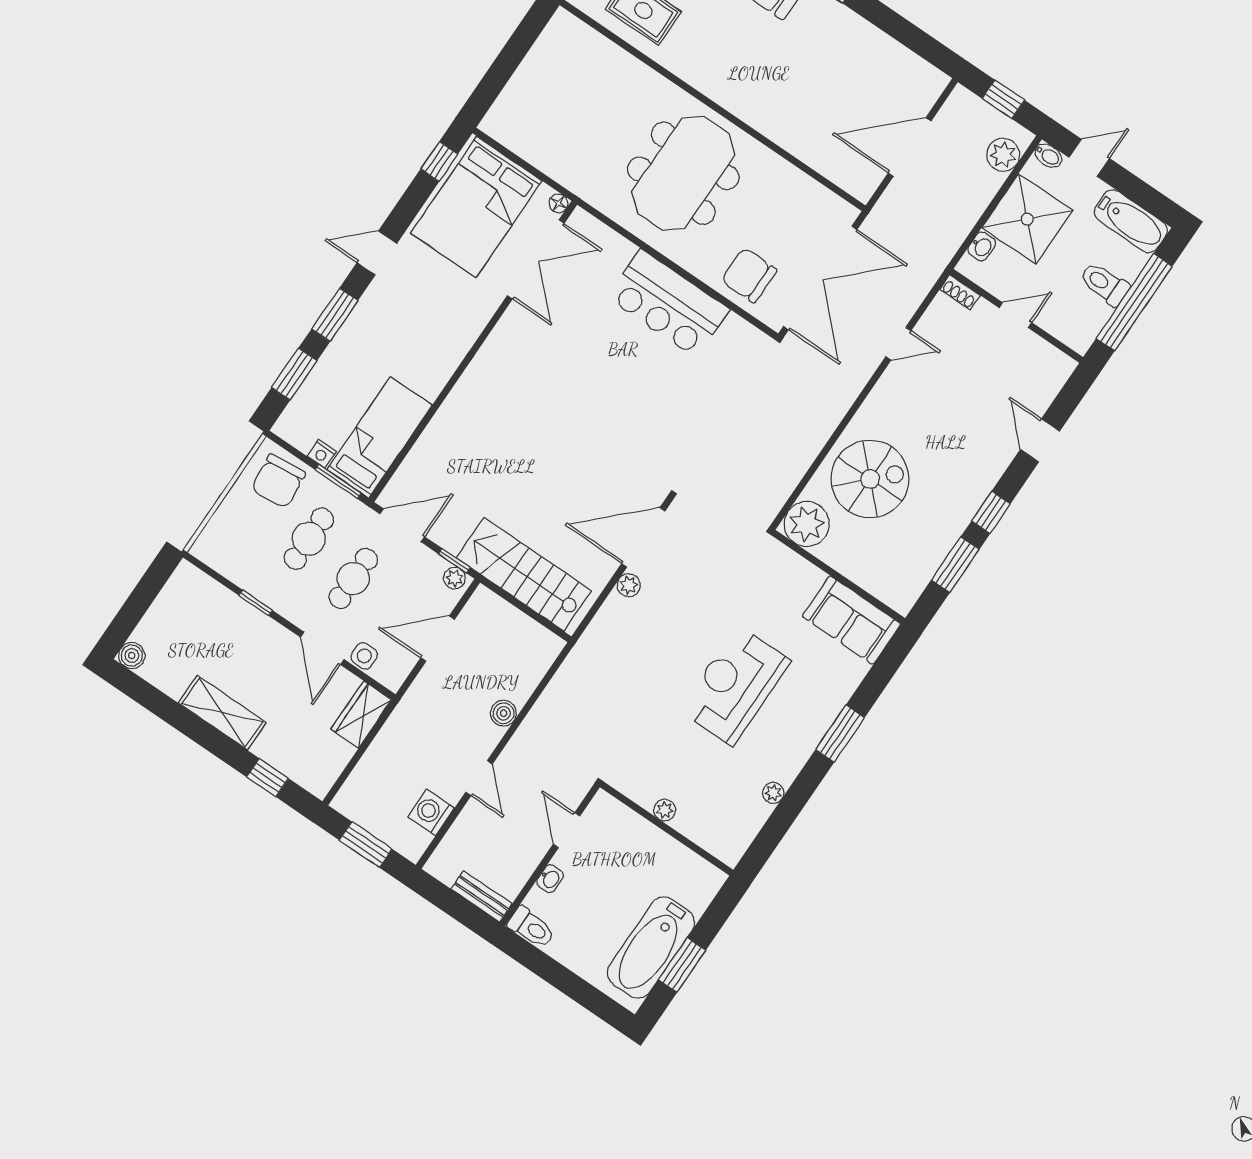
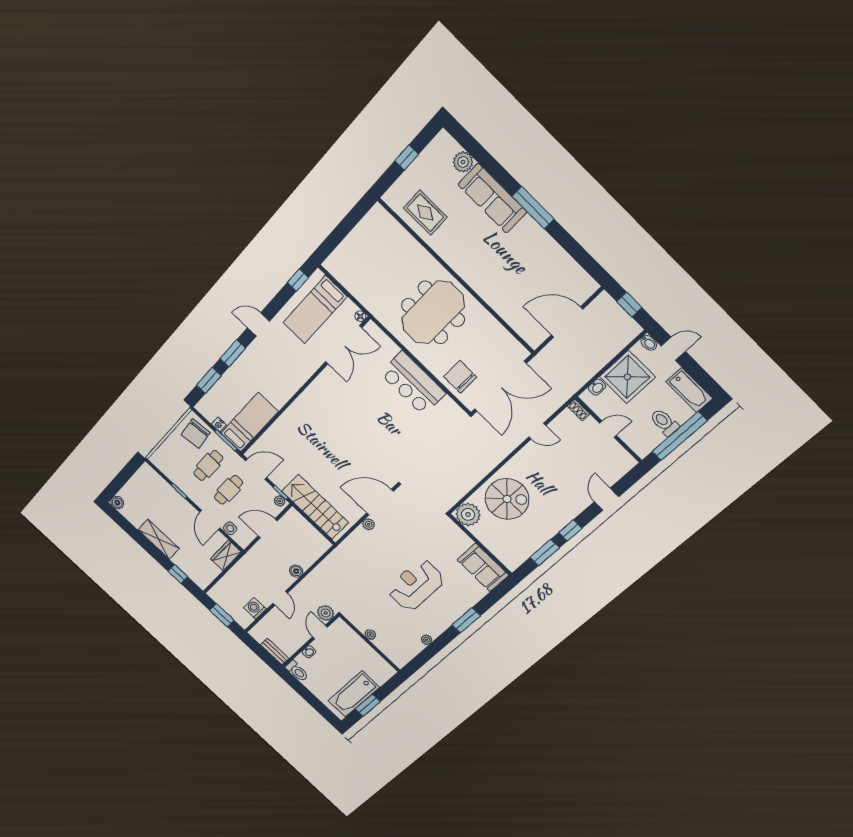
plant: (1003, 155) -> (326, 613), moved
bed: (476, 207) -> (315, 310), width x0.67

